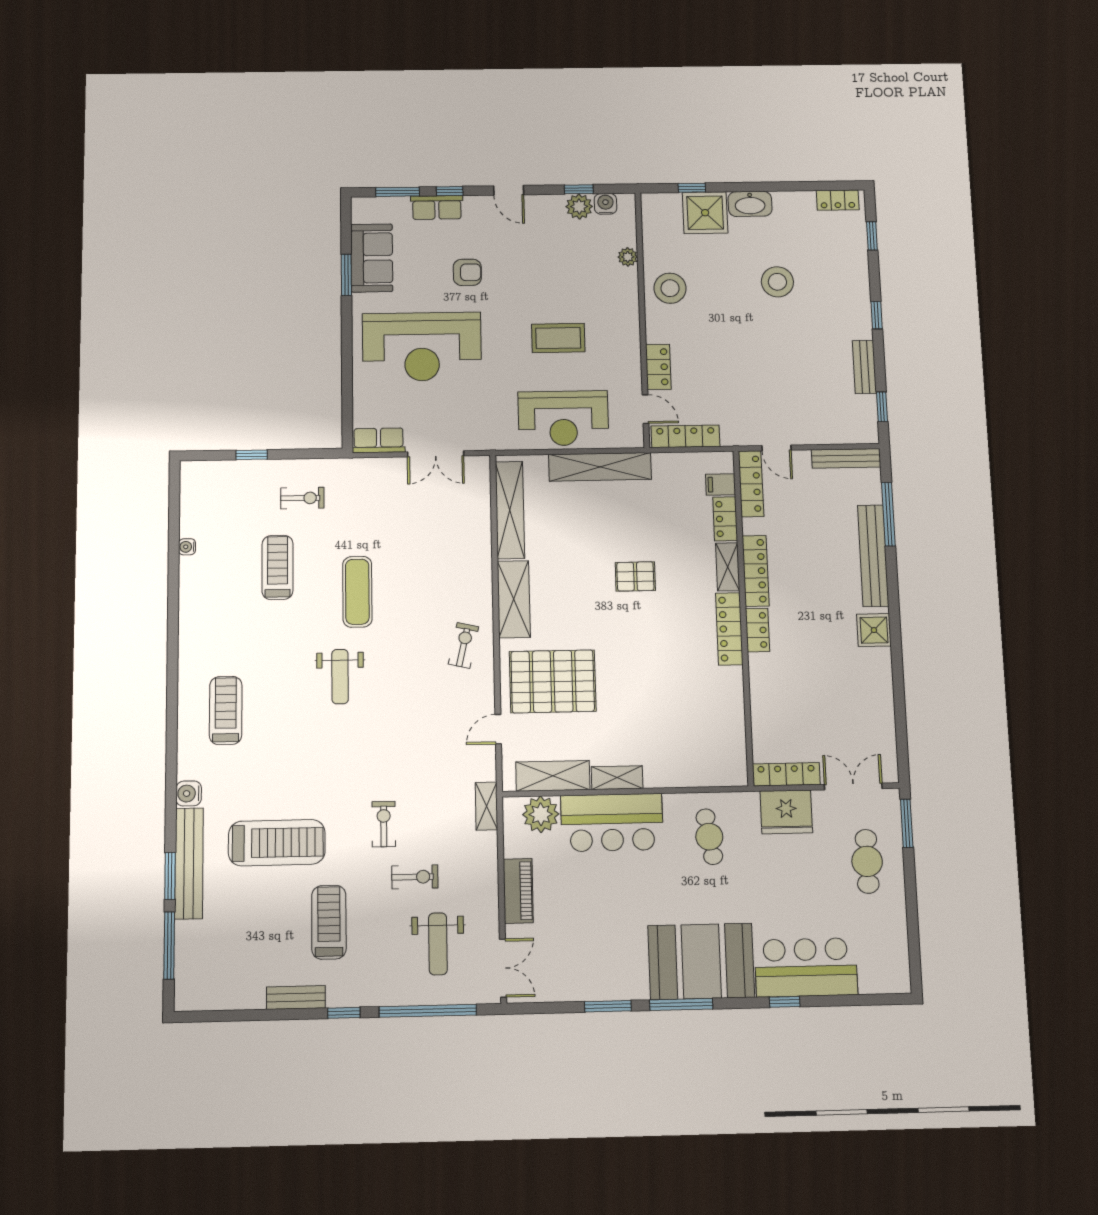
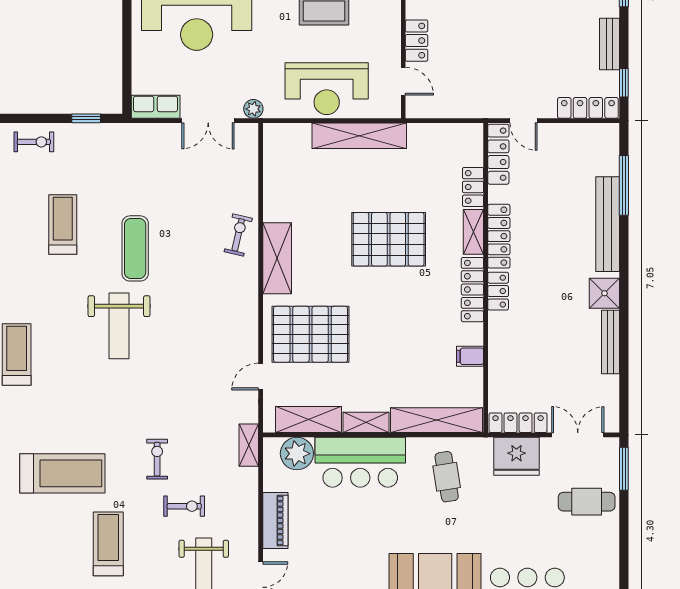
locker: (686, 436) -> (588, 108), moved
plant: (485, 441) -> (253, 109), added
window: (252, 455) -> (86, 118), moved
bench: (846, 458) -> (611, 342), moved, turned 90
filing cabinet: (721, 484) -> (470, 356), moved
exercise bike: (302, 498) -> (34, 142), moved
shelving: (510, 510) -> (436, 420), moved, turned 90
pallet: (635, 576) -> (389, 239), width x2.05, depth x2.00
exercise bike: (464, 645) -> (238, 235), moved
weight bench: (340, 677) -> (119, 326), width x1.36, depth x1.33
cafe table: (867, 861) -> (587, 502), turned 90

